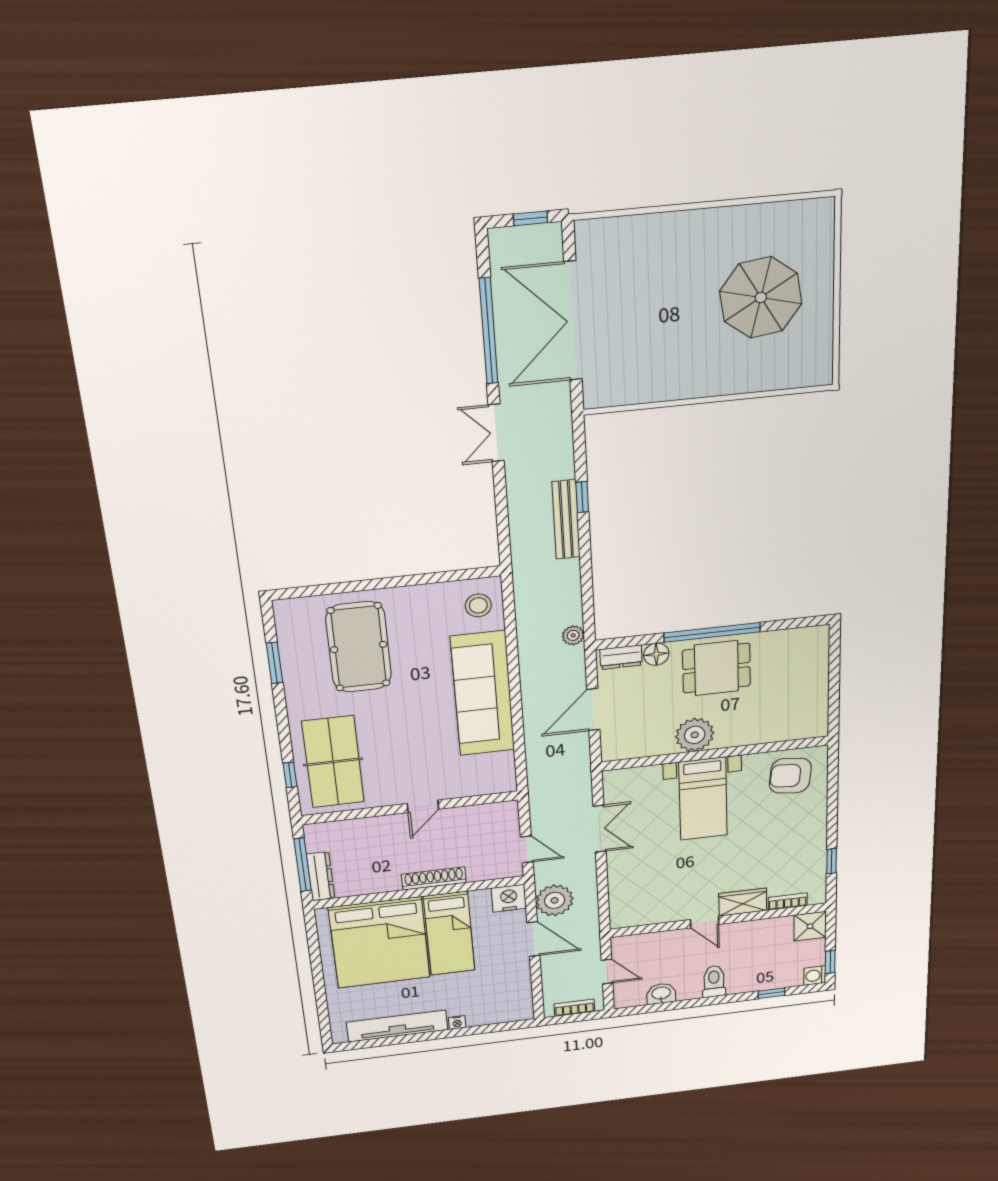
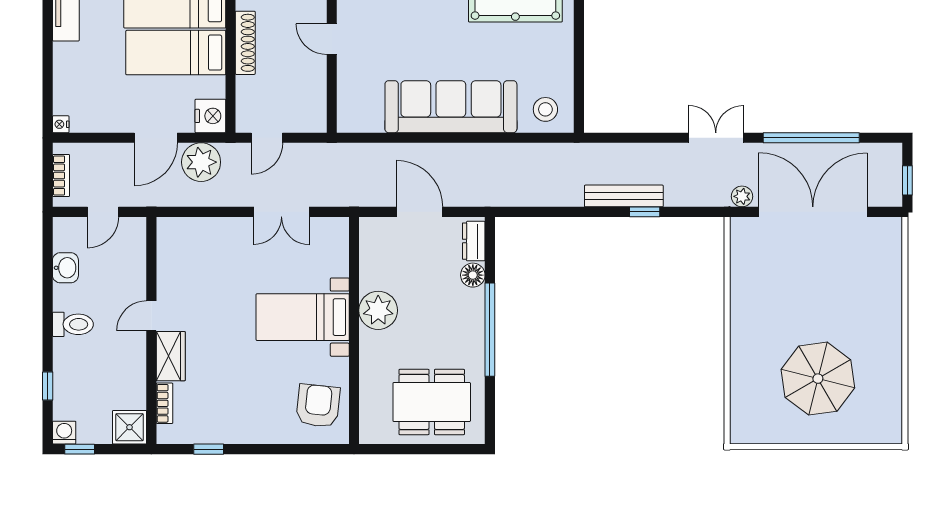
plant: (573, 635) -> (742, 196), moved
dining table: (716, 668) -> (432, 402), moved, width x1.37
nightstand: (457, 1022) -> (61, 124), moved

